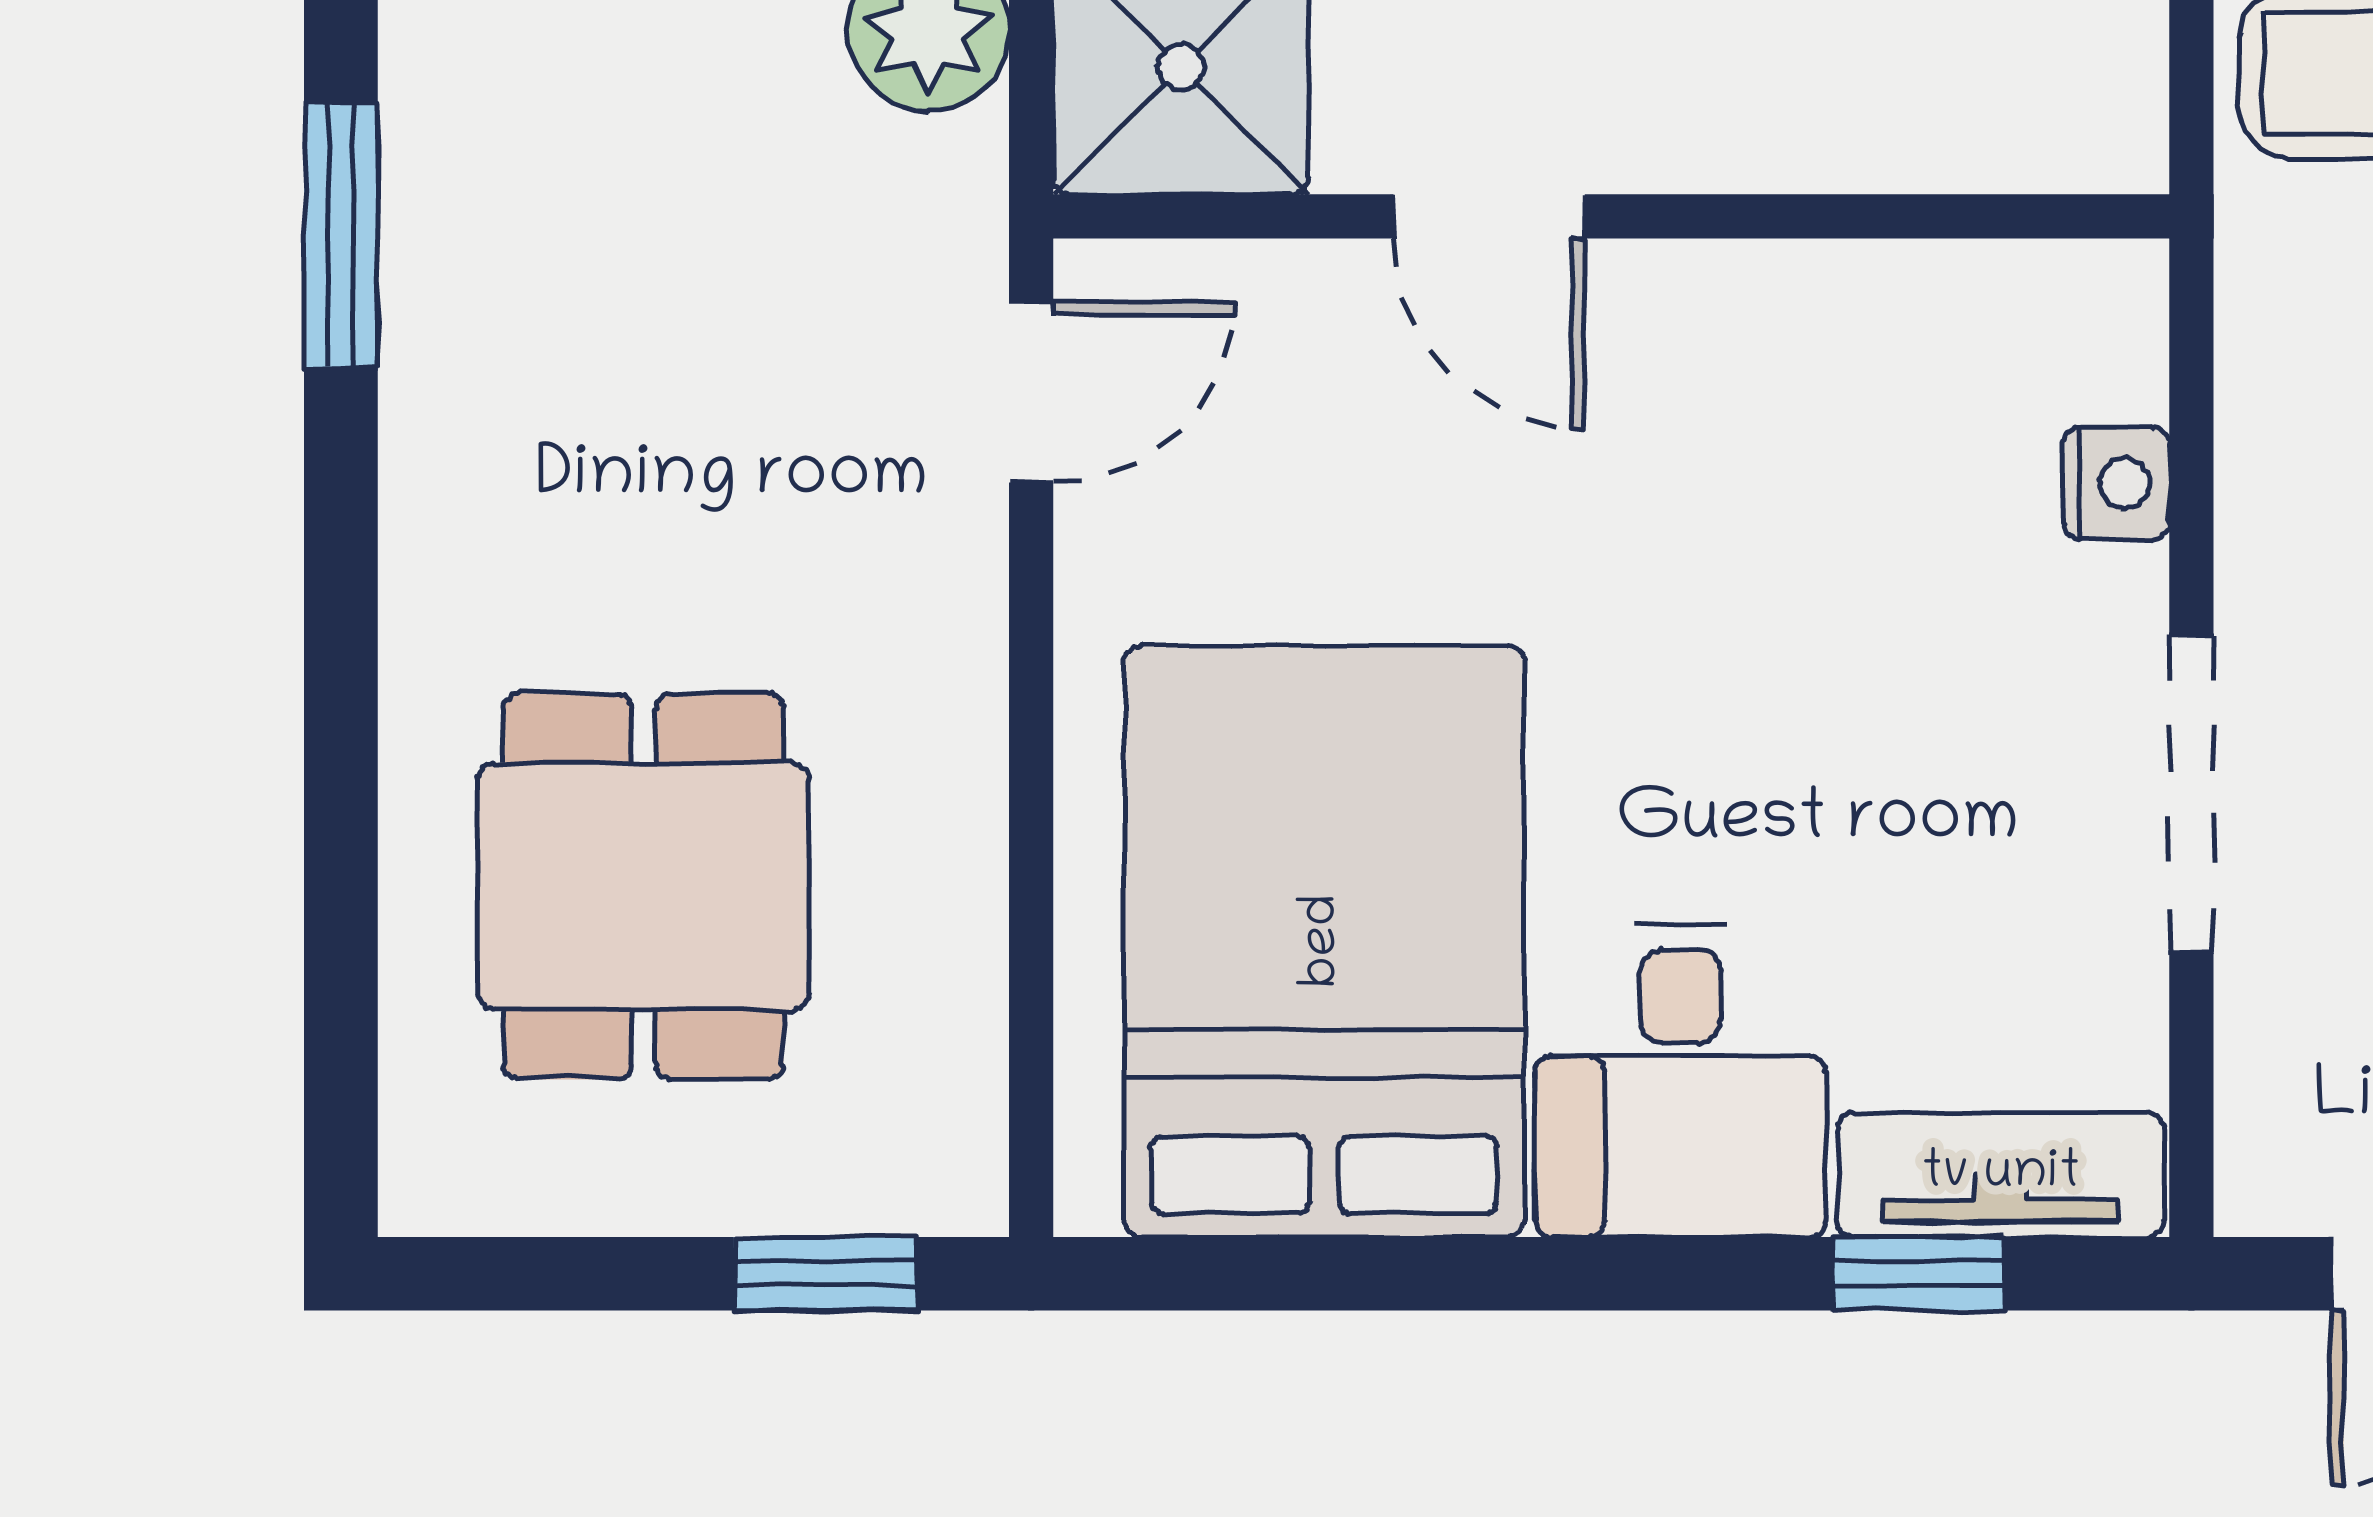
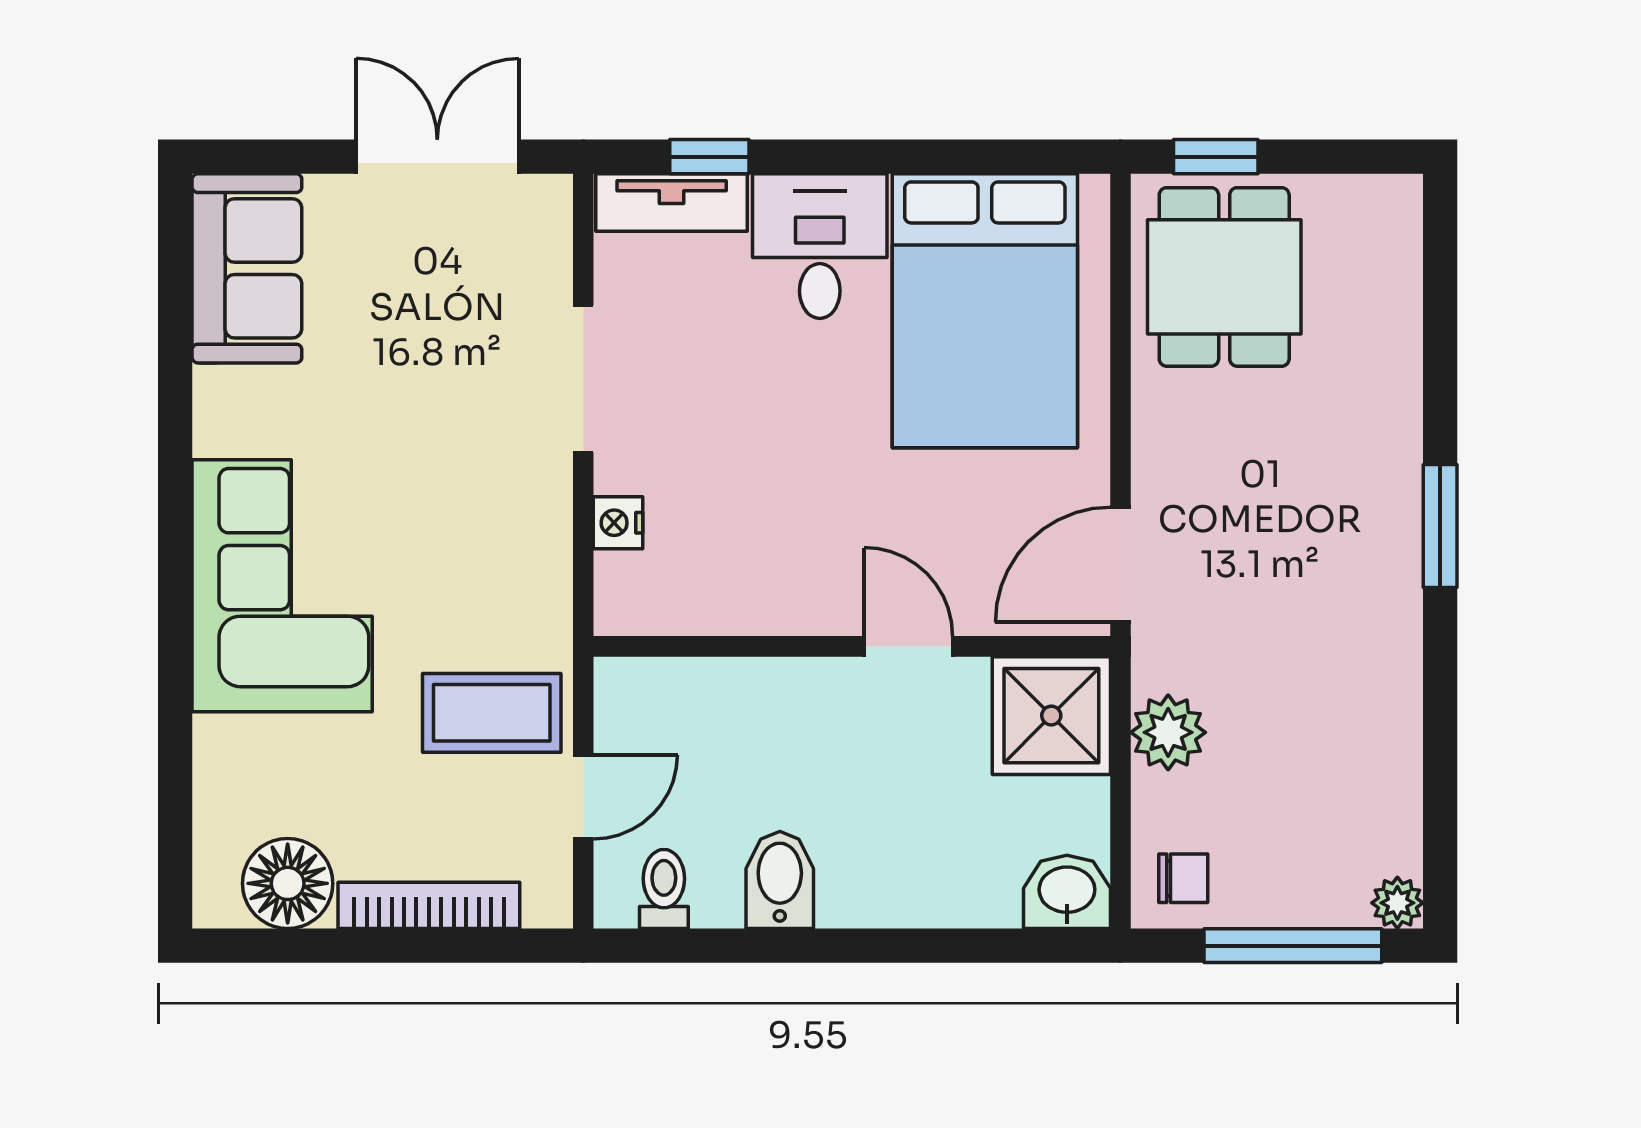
window: (341, 235) -> (1440, 526), moved
door: (1031, 392) -> (1121, 565), width x1.38
dining table: (643, 886) -> (1224, 277), moved

